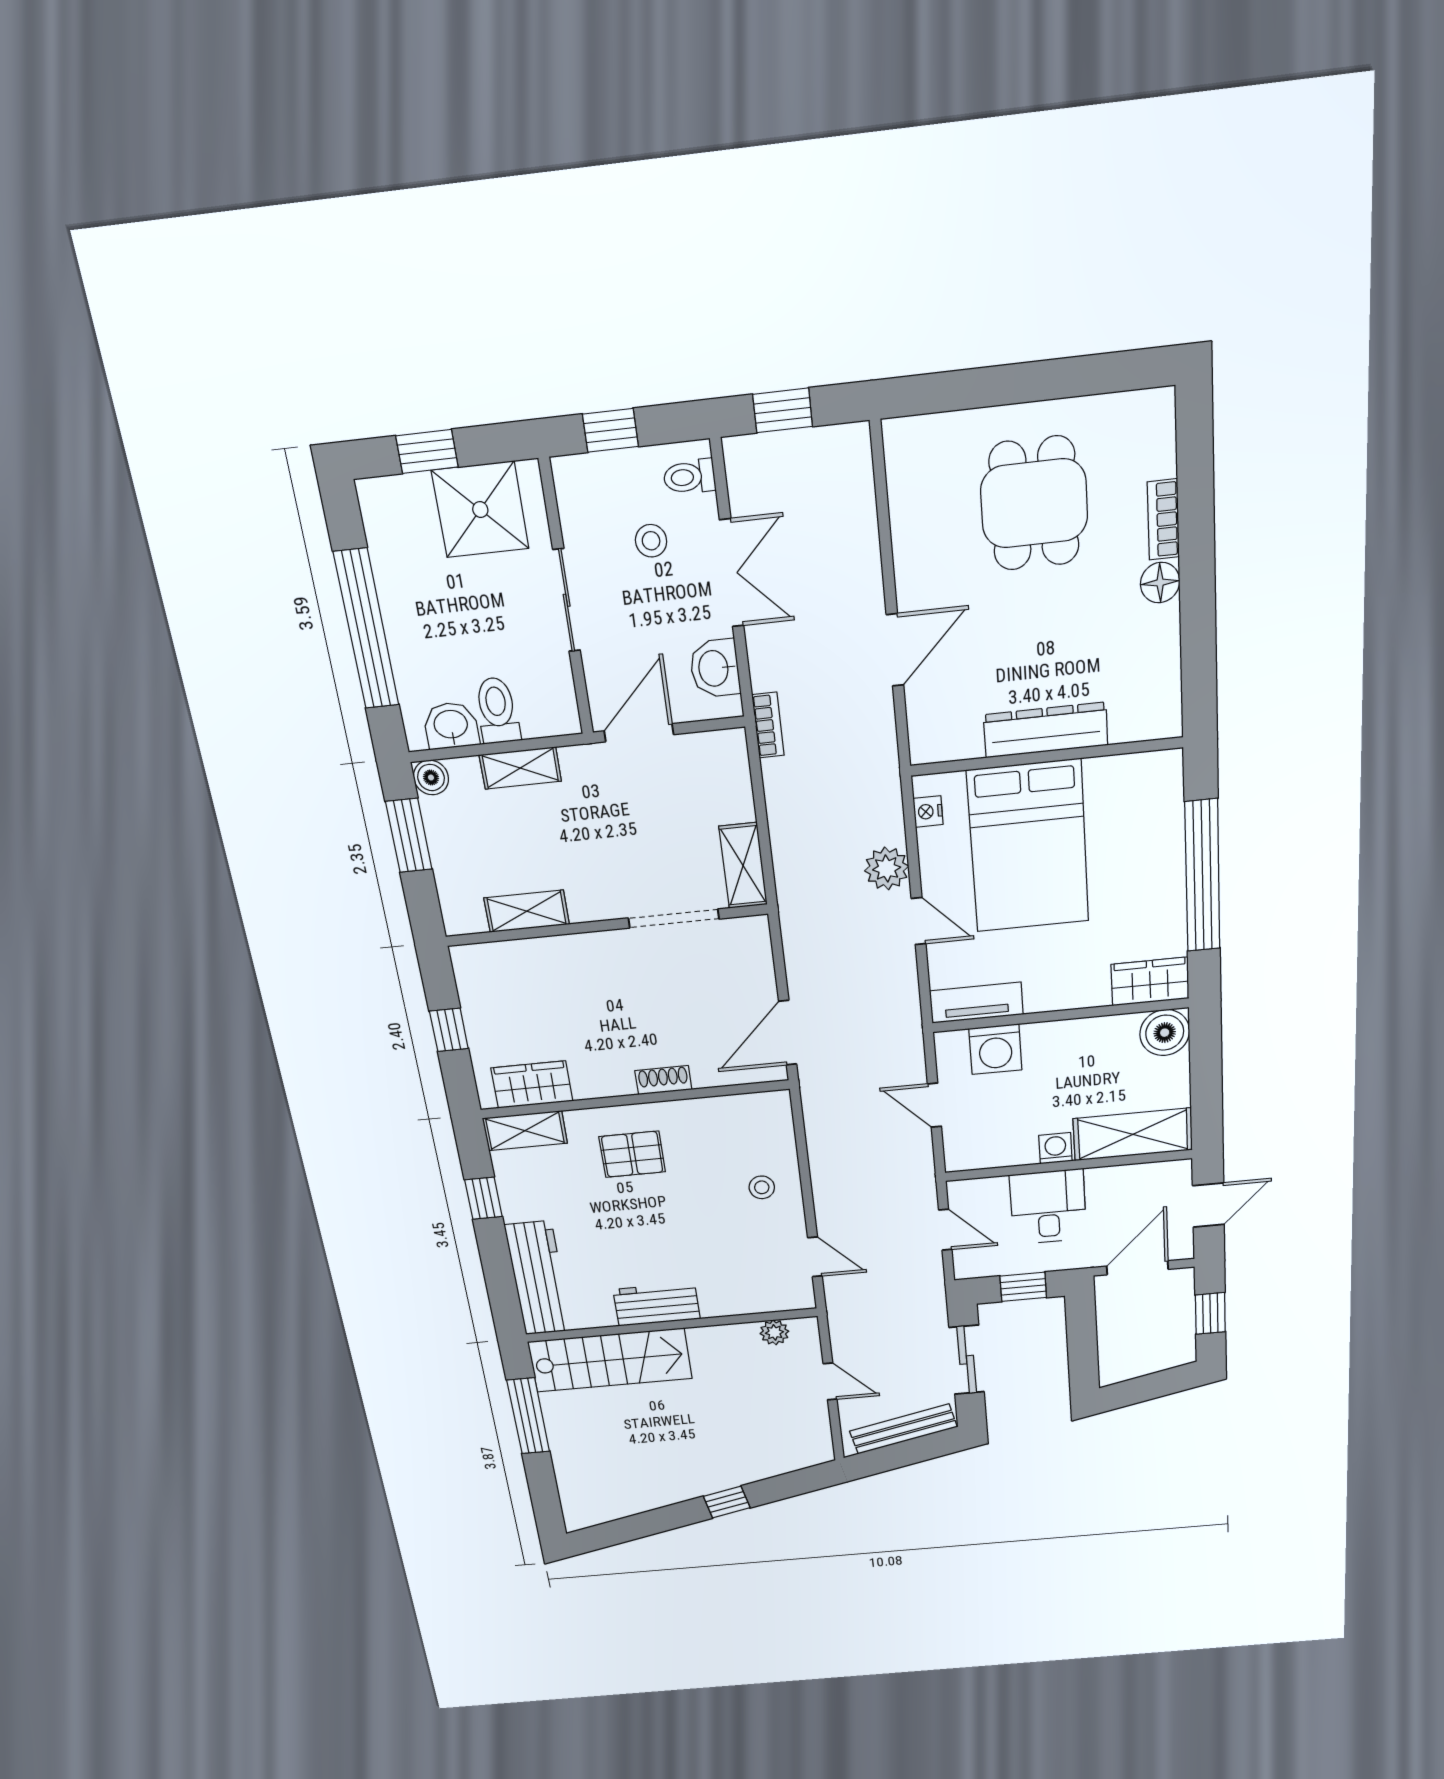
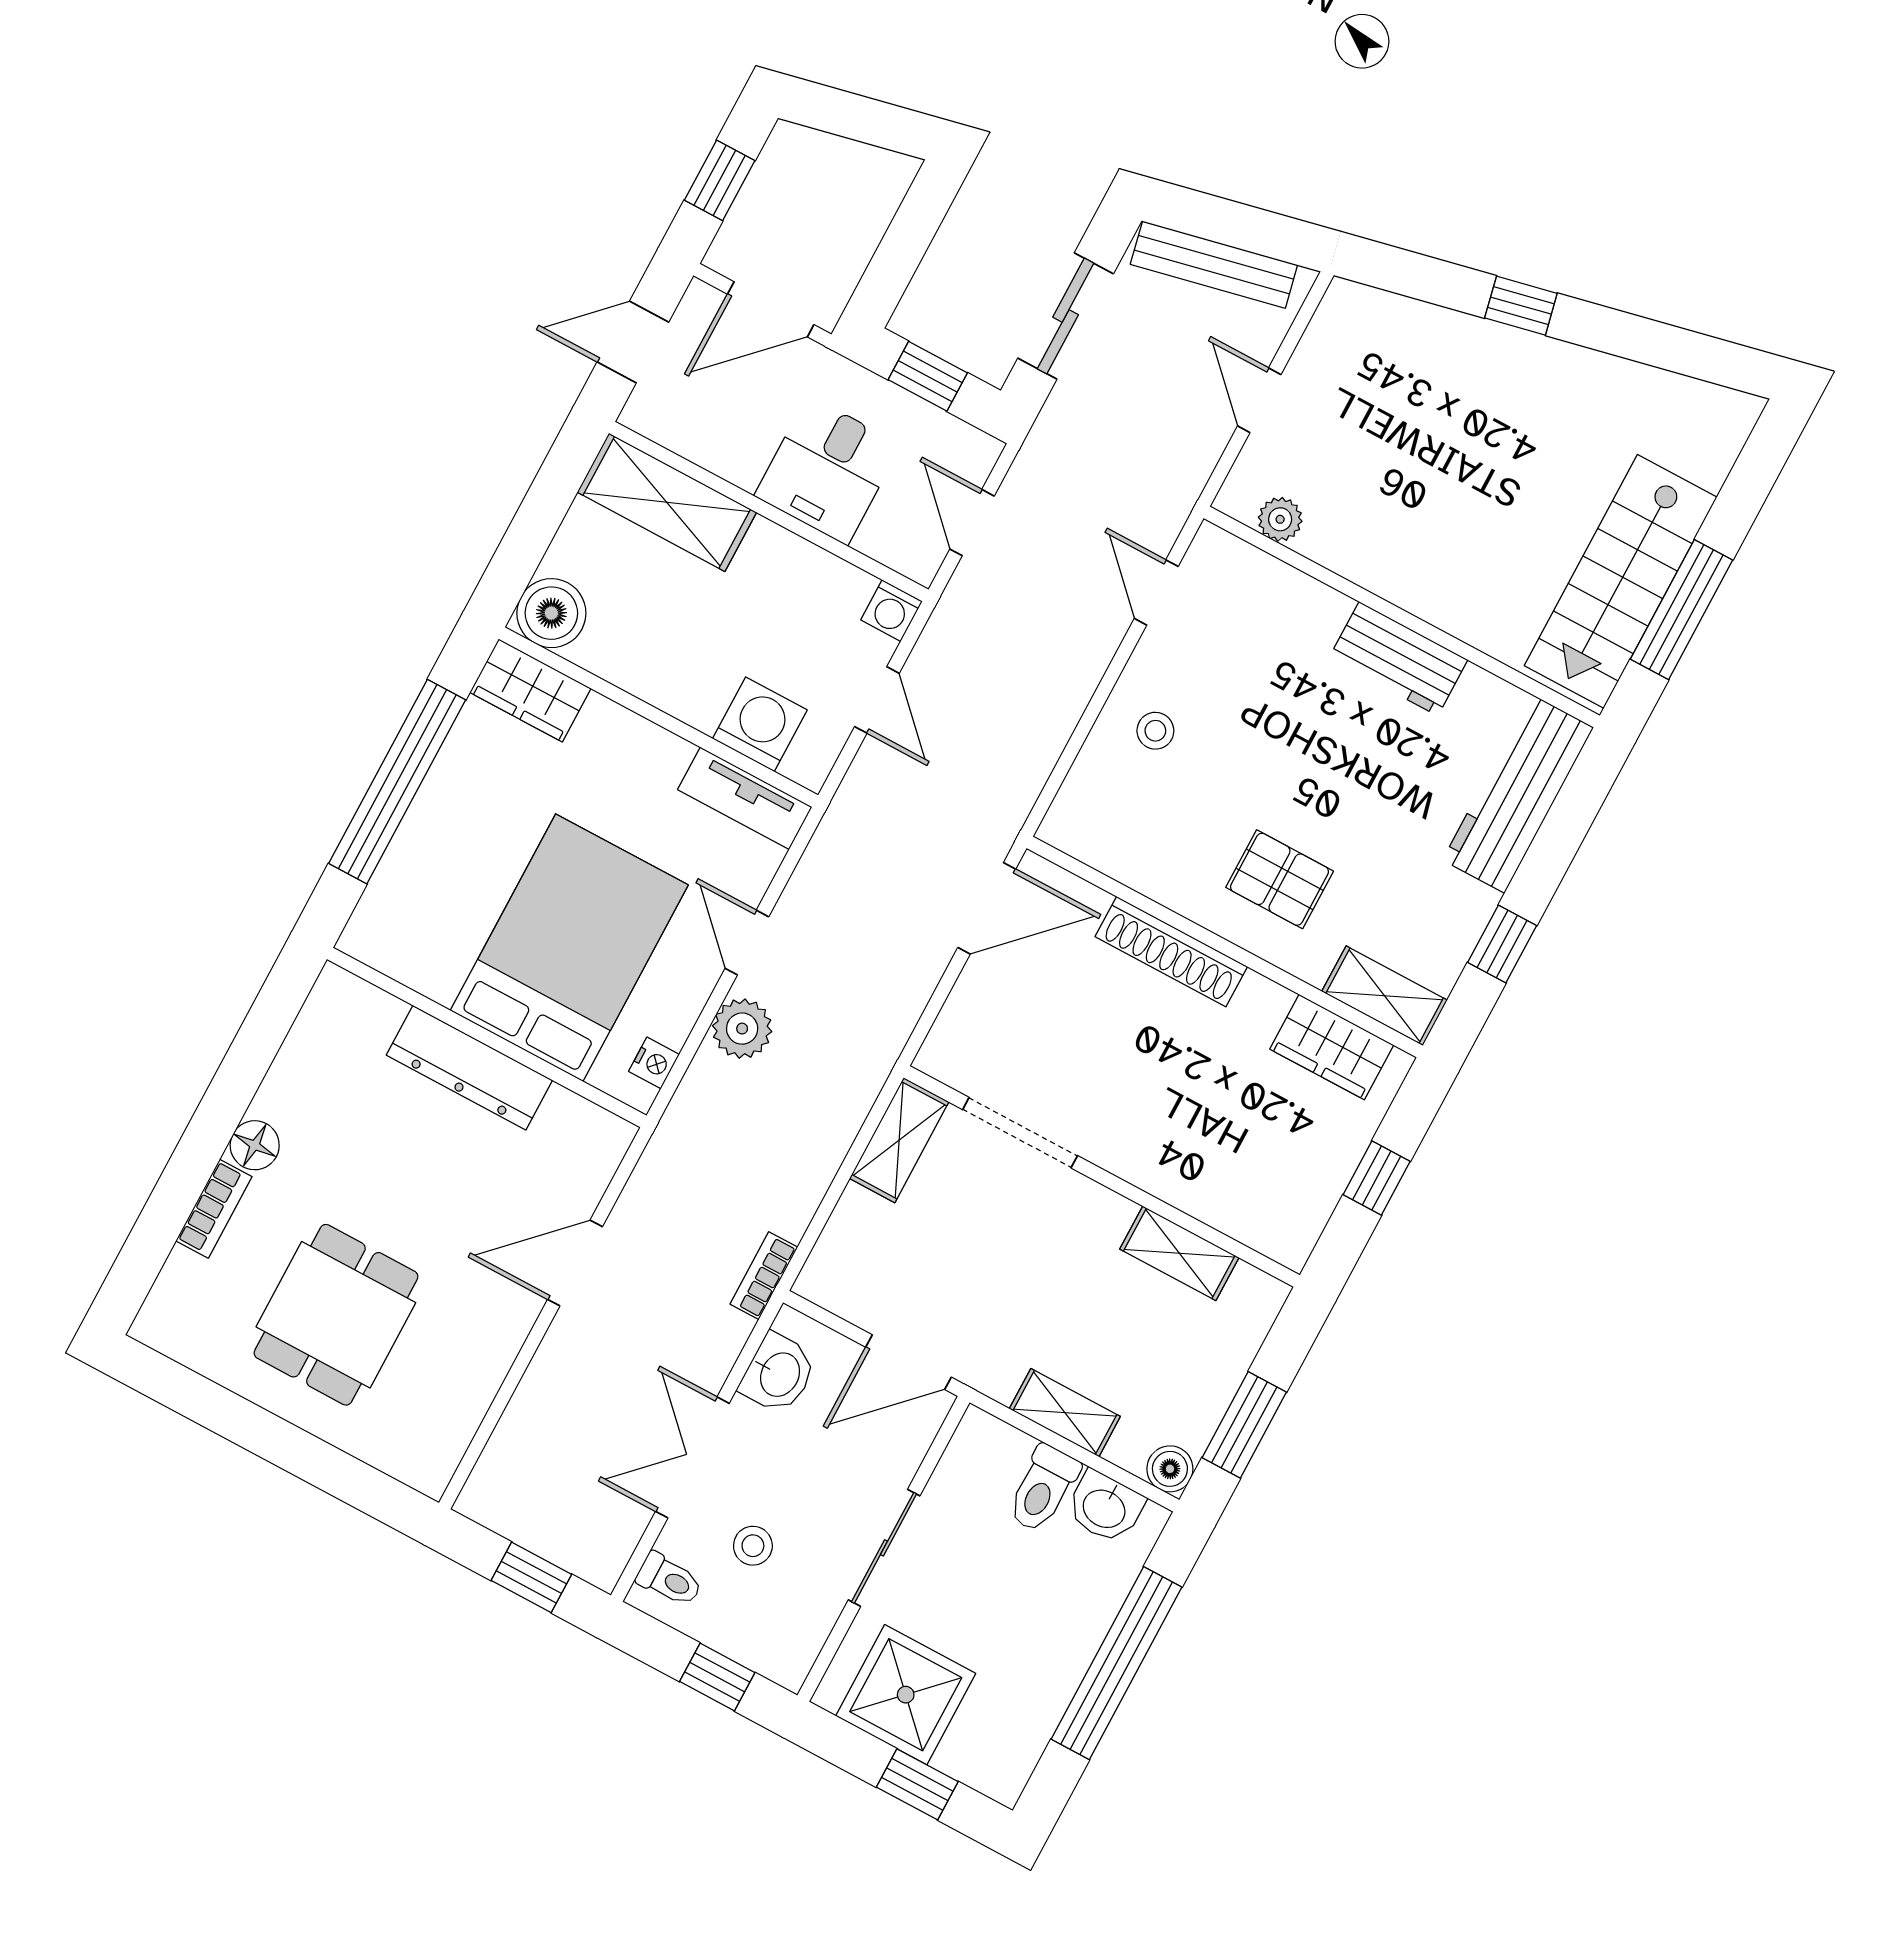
shoe rack: (663, 1080) -> (1171, 952), width x1.94, depth x1.24
washing machine: (1055, 1148) -> (891, 611), moved
stairs: (610, 1360) -> (1621, 581), moved, turned -90

